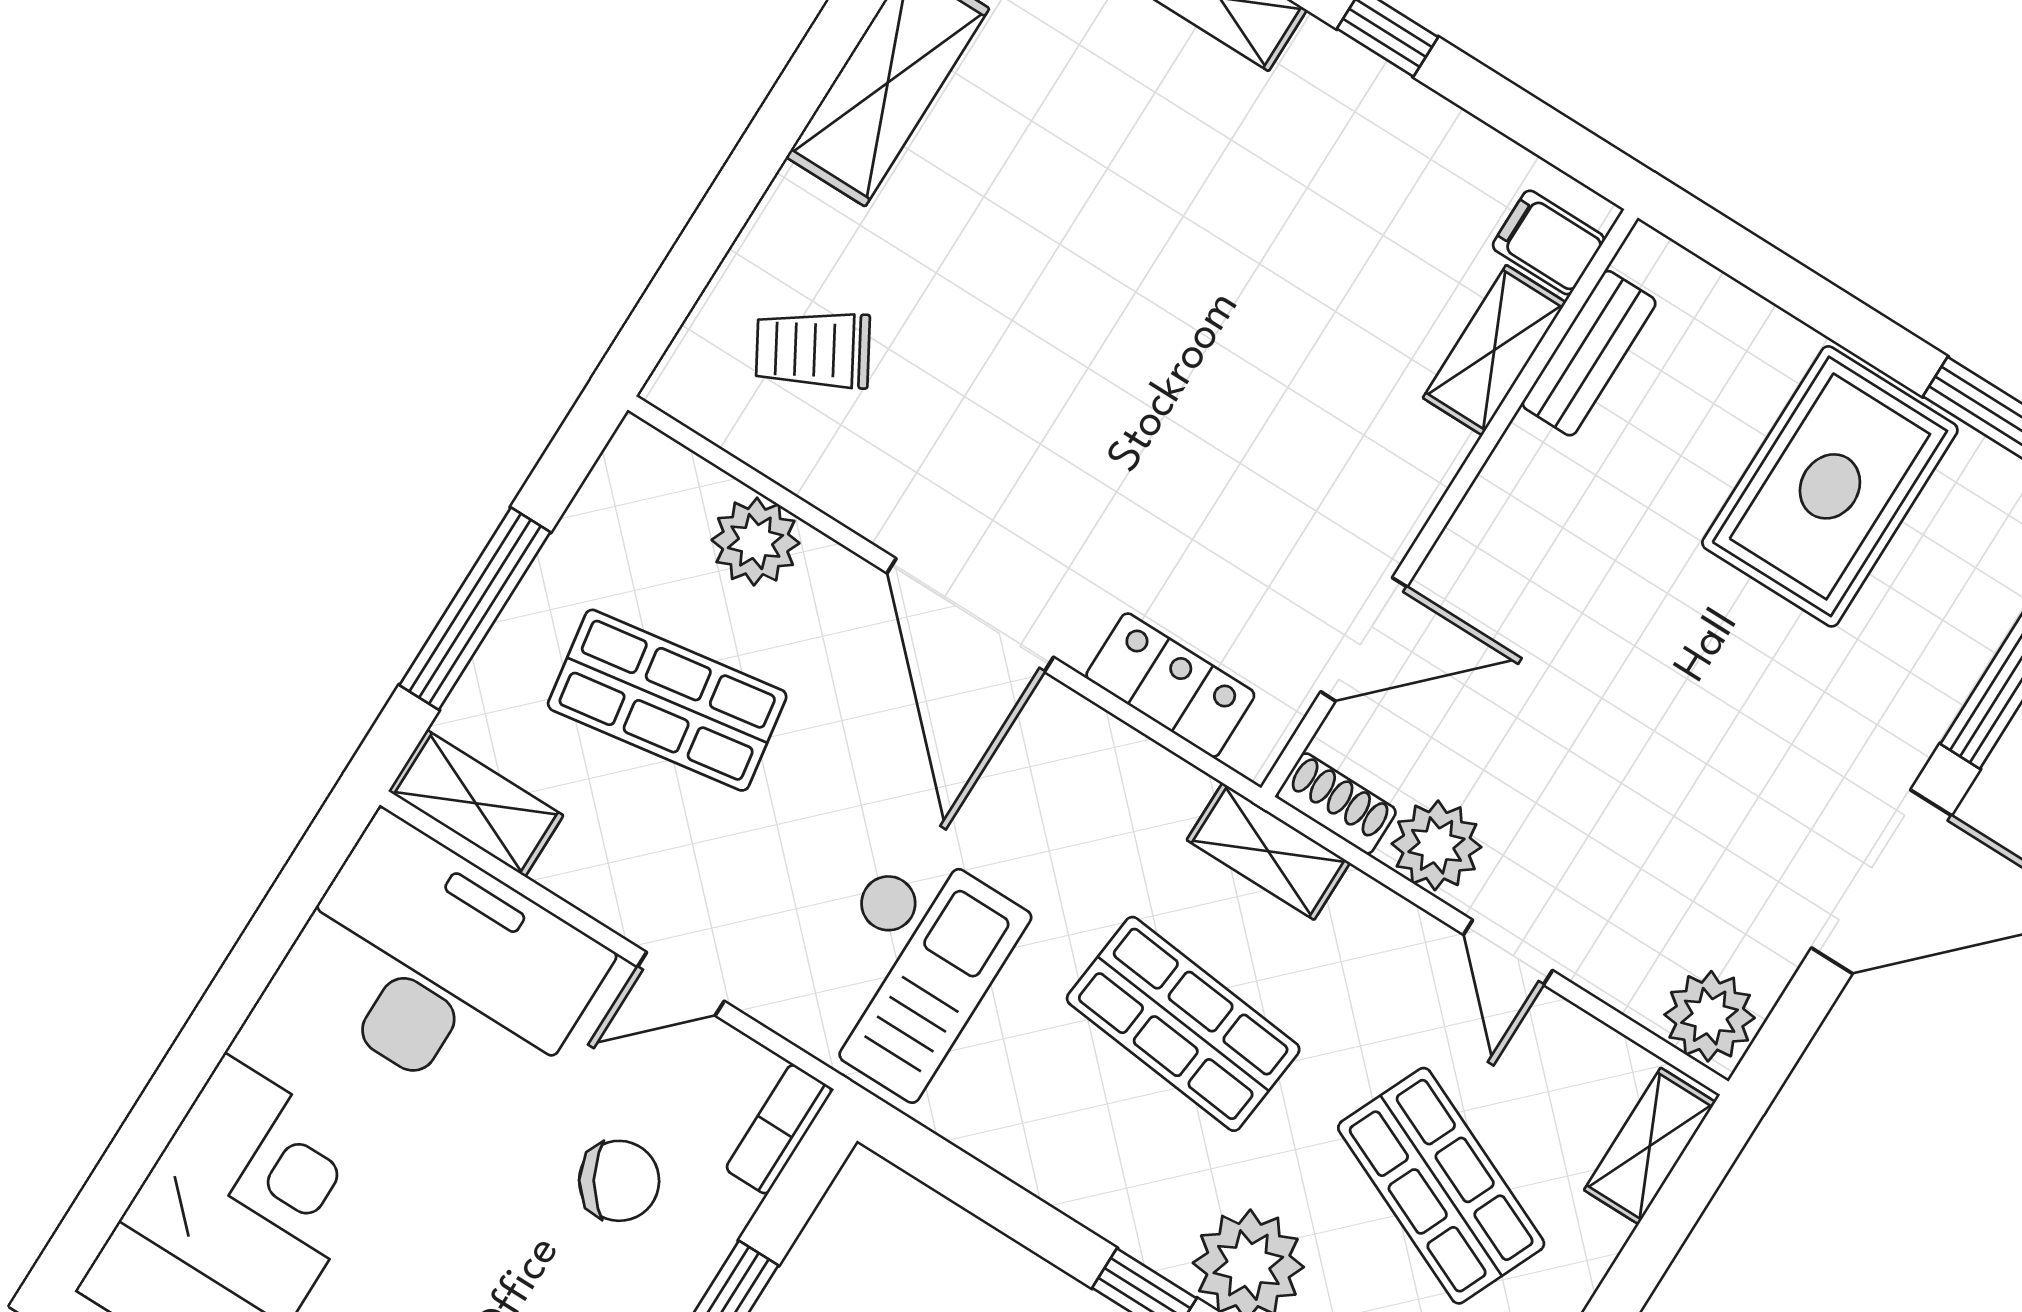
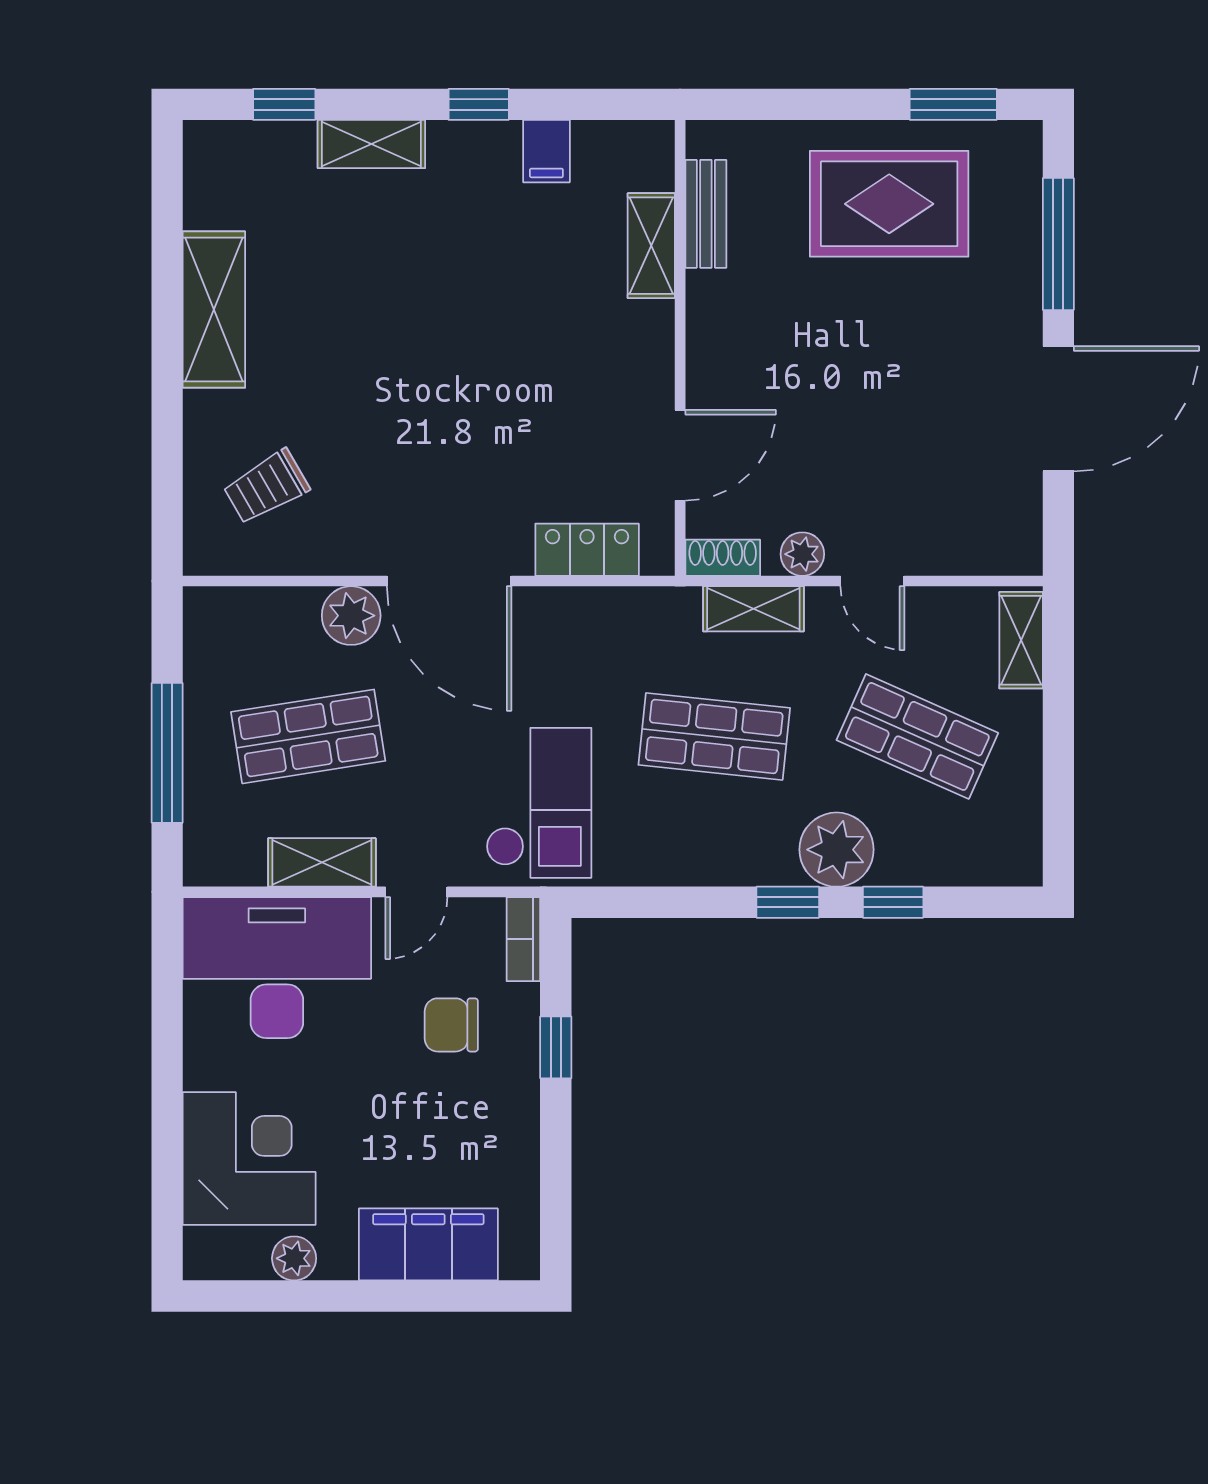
filing cabinet: (1548, 242) -> (546, 151), moved, turned -90
rug: (1830, 486) -> (889, 204), turned 90
plant: (755, 542) -> (351, 616), moved
shelving: (476, 803) -> (322, 862), moved
plant: (1436, 845) -> (802, 554), width x0.73, depth x0.73
shelving: (1268, 851) -> (753, 609), moved
plant: (1710, 1016) -> (1009, 546), removed
chair: (619, 1181) -> (451, 1025), turned -149

